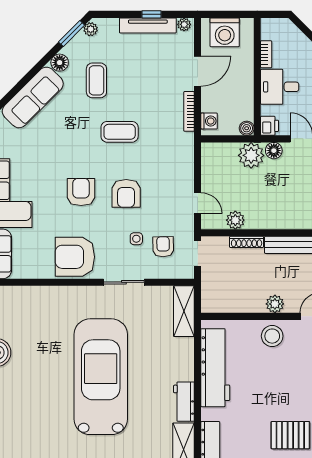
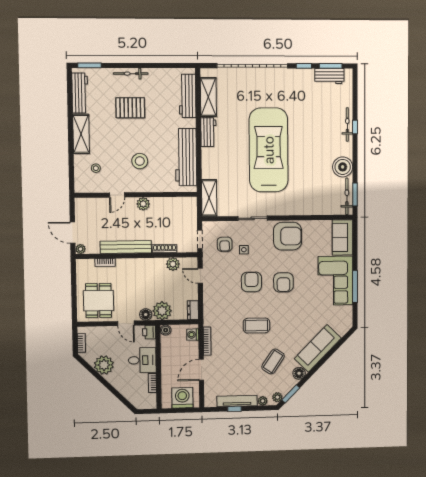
plant: (184, 24) -> (263, 401), moved
coffee table: (96, 80) -> (273, 361), turned 34
dresser: (208, 156) -> (193, 310), added
stool: (272, 336) -> (140, 161), moved
car: (101, 377) -> (269, 150), turned 180

